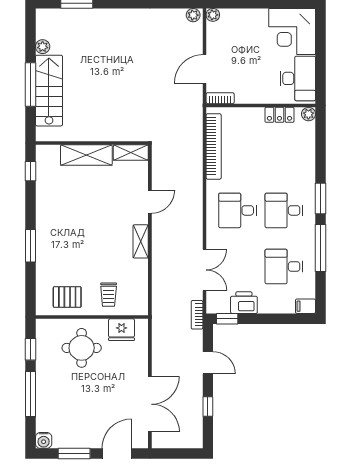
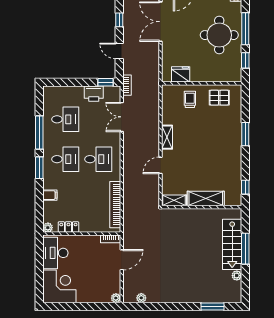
plant: (193, 15) -> (141, 298), moved
filing cabinet: (305, 306) -> (50, 195), moved
round table: (82, 348) -> (219, 35), moved, width x1.36, depth x1.36

